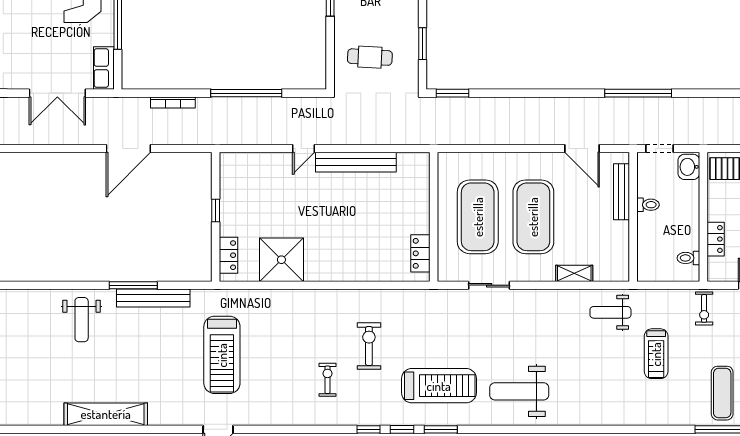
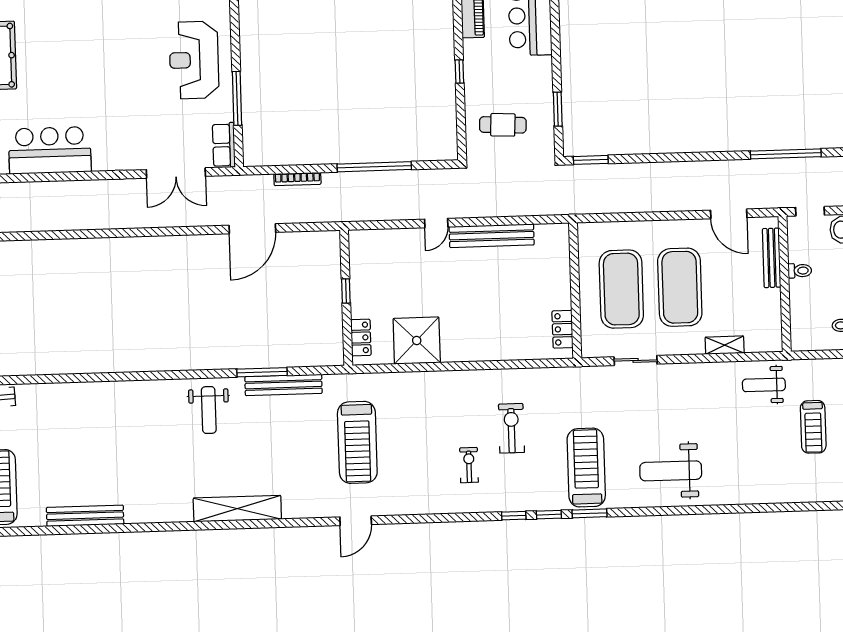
treadmill: (439, 386) -> (586, 468), turned -90

